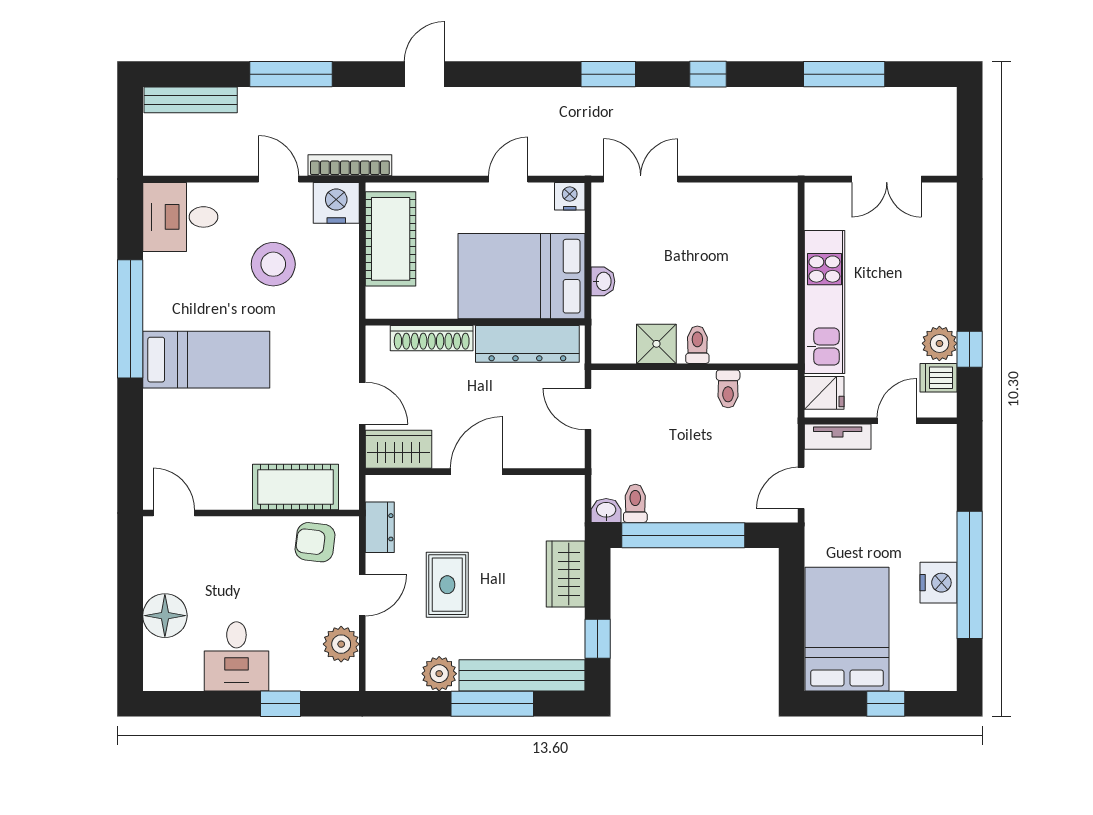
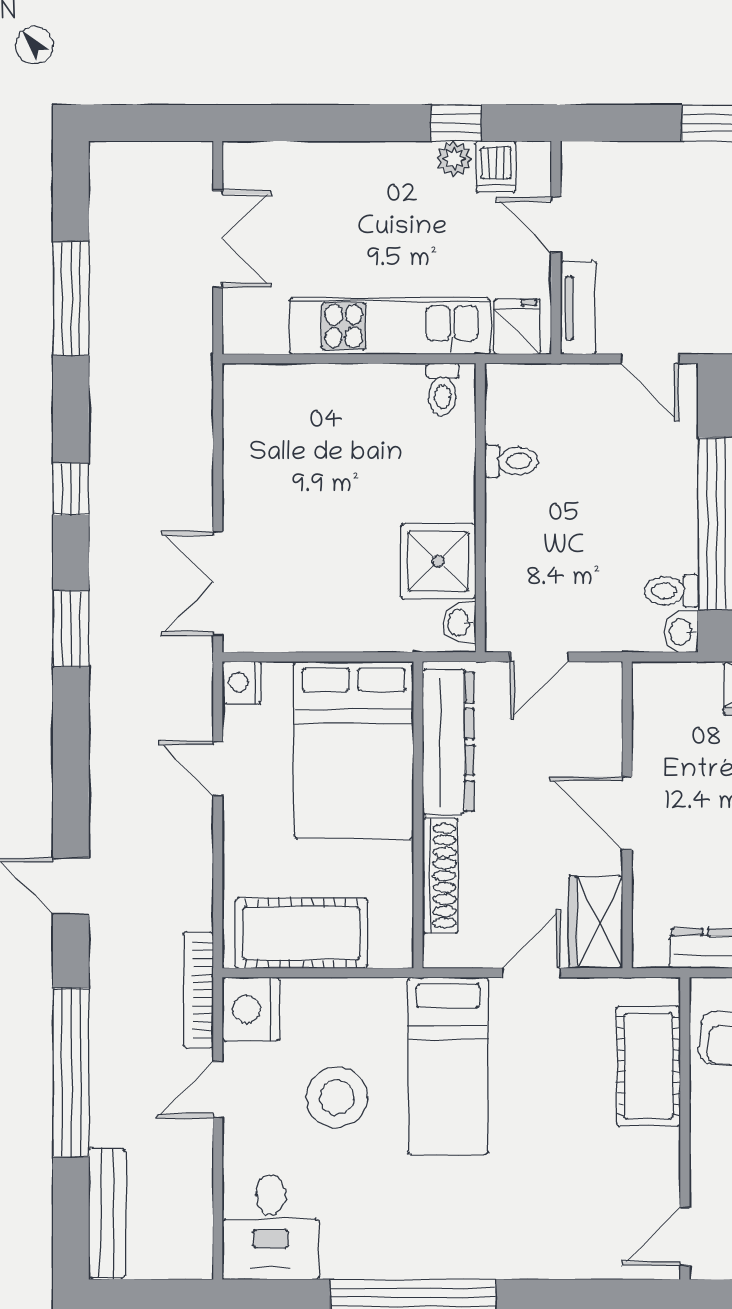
window: (291, 74) -> (71, 1073), width x1.46
washbasin: (603, 281) -> (459, 623), moved, turned -90
plant: (939, 343) -> (454, 159), width x0.73, depth x0.73
shower: (656, 344) -> (438, 561), width x1.36, depth x1.36
toilet: (697, 345) -> (442, 390), moved, turned -90
bed: (206, 360) -> (448, 1066), moved, turned 180

